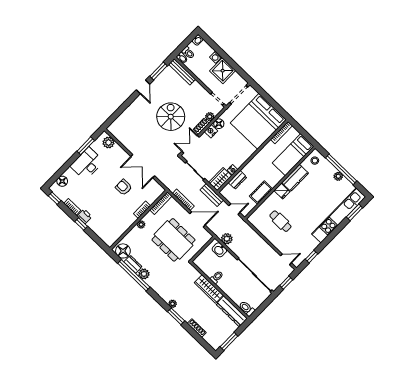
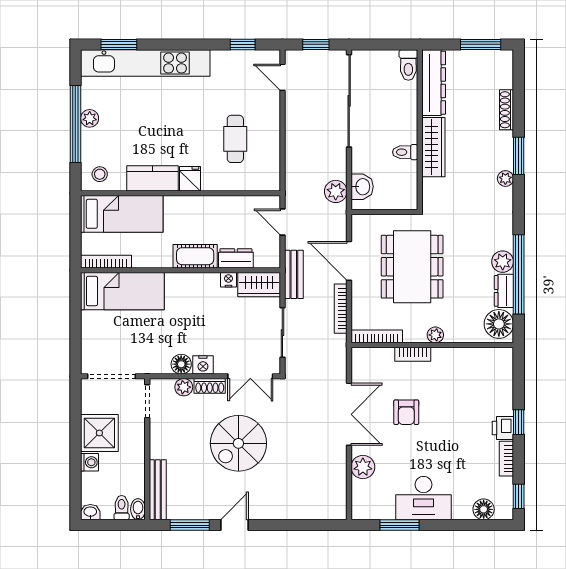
bed: (258, 121) -> (122, 291), width x0.49
plant: (109, 143) -> (363, 467), moved
cot: (261, 192) -> (195, 256), moved

